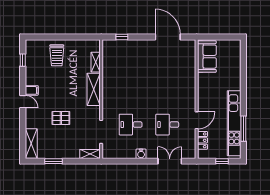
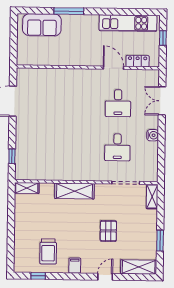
trolley: (57, 55) -> (48, 251), moved, turned 90
sofa: (207, 57) -> (42, 25), moved, turned 180
shelving: (96, 62) -> (27, 188), moved
door: (23, 102) -> (105, 277), moved
kitchen unit: (234, 123) -> (128, 23), width x0.73
window: (243, 129) -> (69, 11), moved

